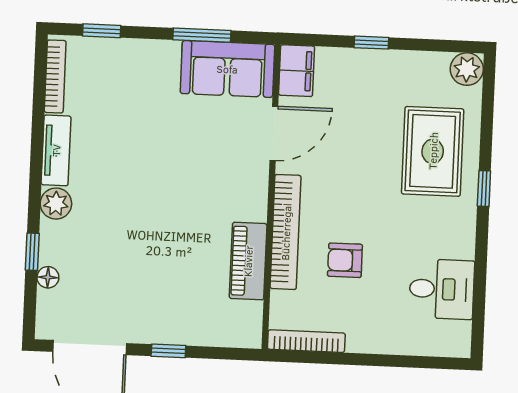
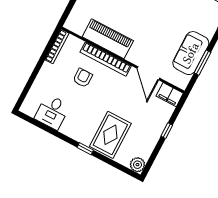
sofa: (227, 69) -> (191, 53), moved
rug: (433, 151) -> (110, 135), turned 90
piano: (248, 261) -> (108, 39), width x1.37, depth x1.33

